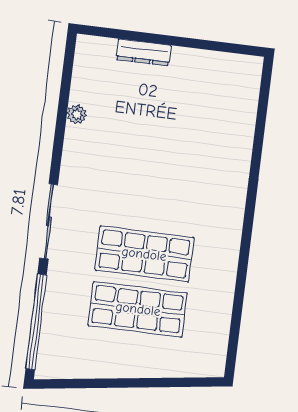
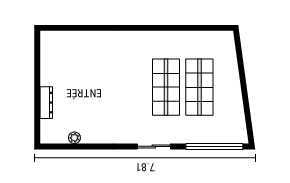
plant: (77, 114) -> (74, 138), moved
sliding door: (49, 221) -> (154, 146), width x0.73

